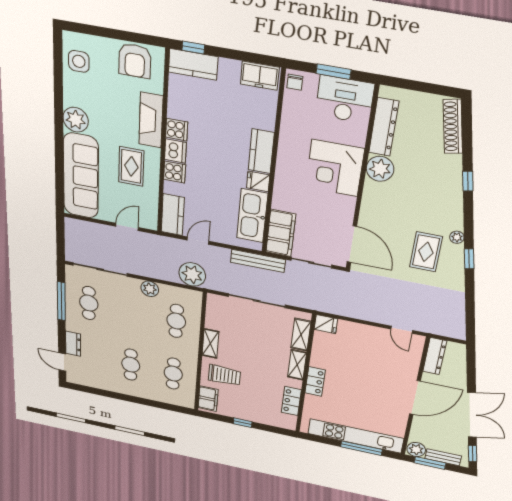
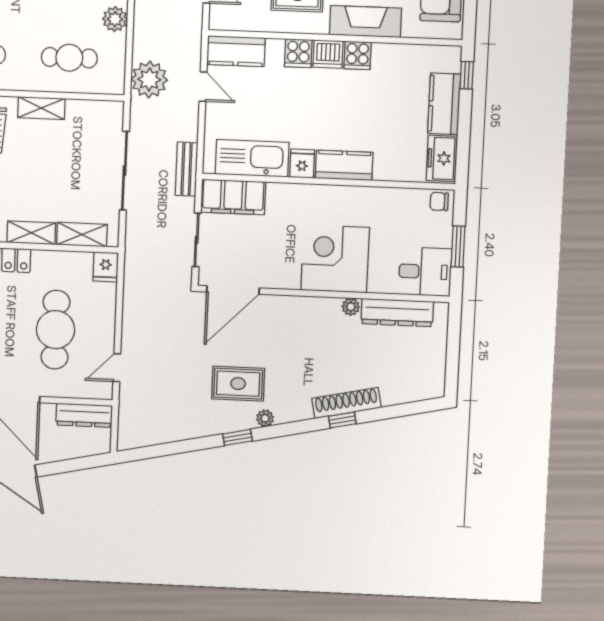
kitchen counter: (193, 64) -> (444, 104), moved
desk: (345, 99) -> (425, 272), width x0.73
shoe rack: (453, 127) -> (346, 403), moved
plant: (380, 169) -> (351, 307), width x0.53, depth x0.53
bench: (258, 261) -> (187, 169), width x0.73
cafe table: (368, 363) -> (56, 330), added

